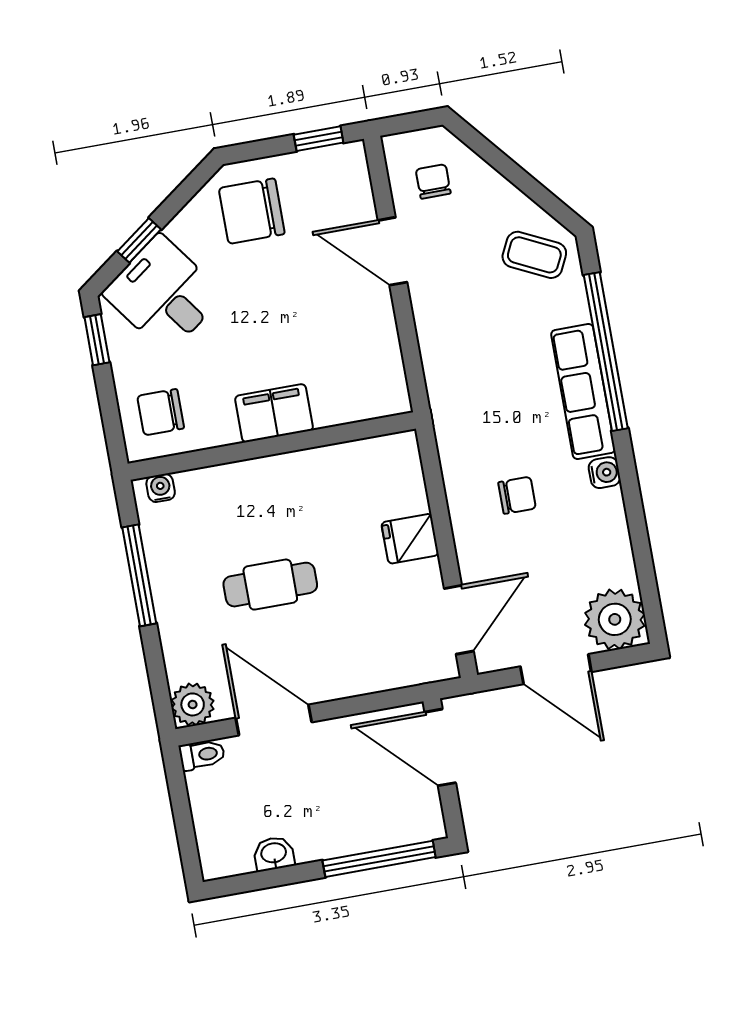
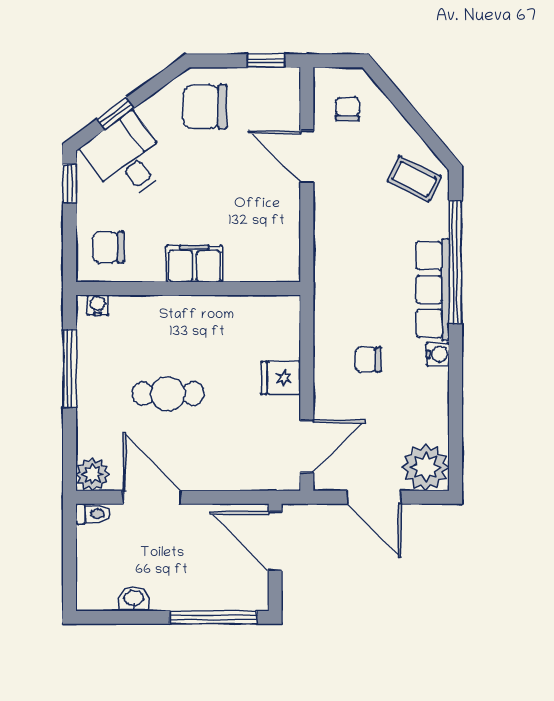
chair: (517, 495) -> (368, 359), turned 180

